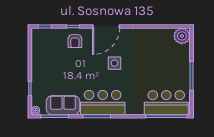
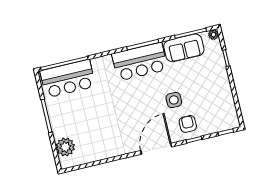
plant: (182, 36) -> (65, 147), moved
side table: (114, 63) -> (174, 100), moved

